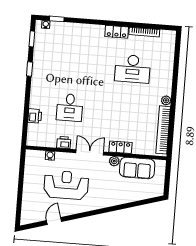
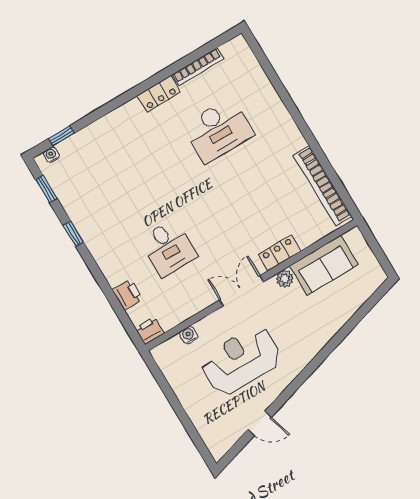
plant: (166, 100) -> (297, 141), removed
printer: (64, 143) -> (149, 330), moved
door: (54, 221) -> (260, 423), swing flipped

